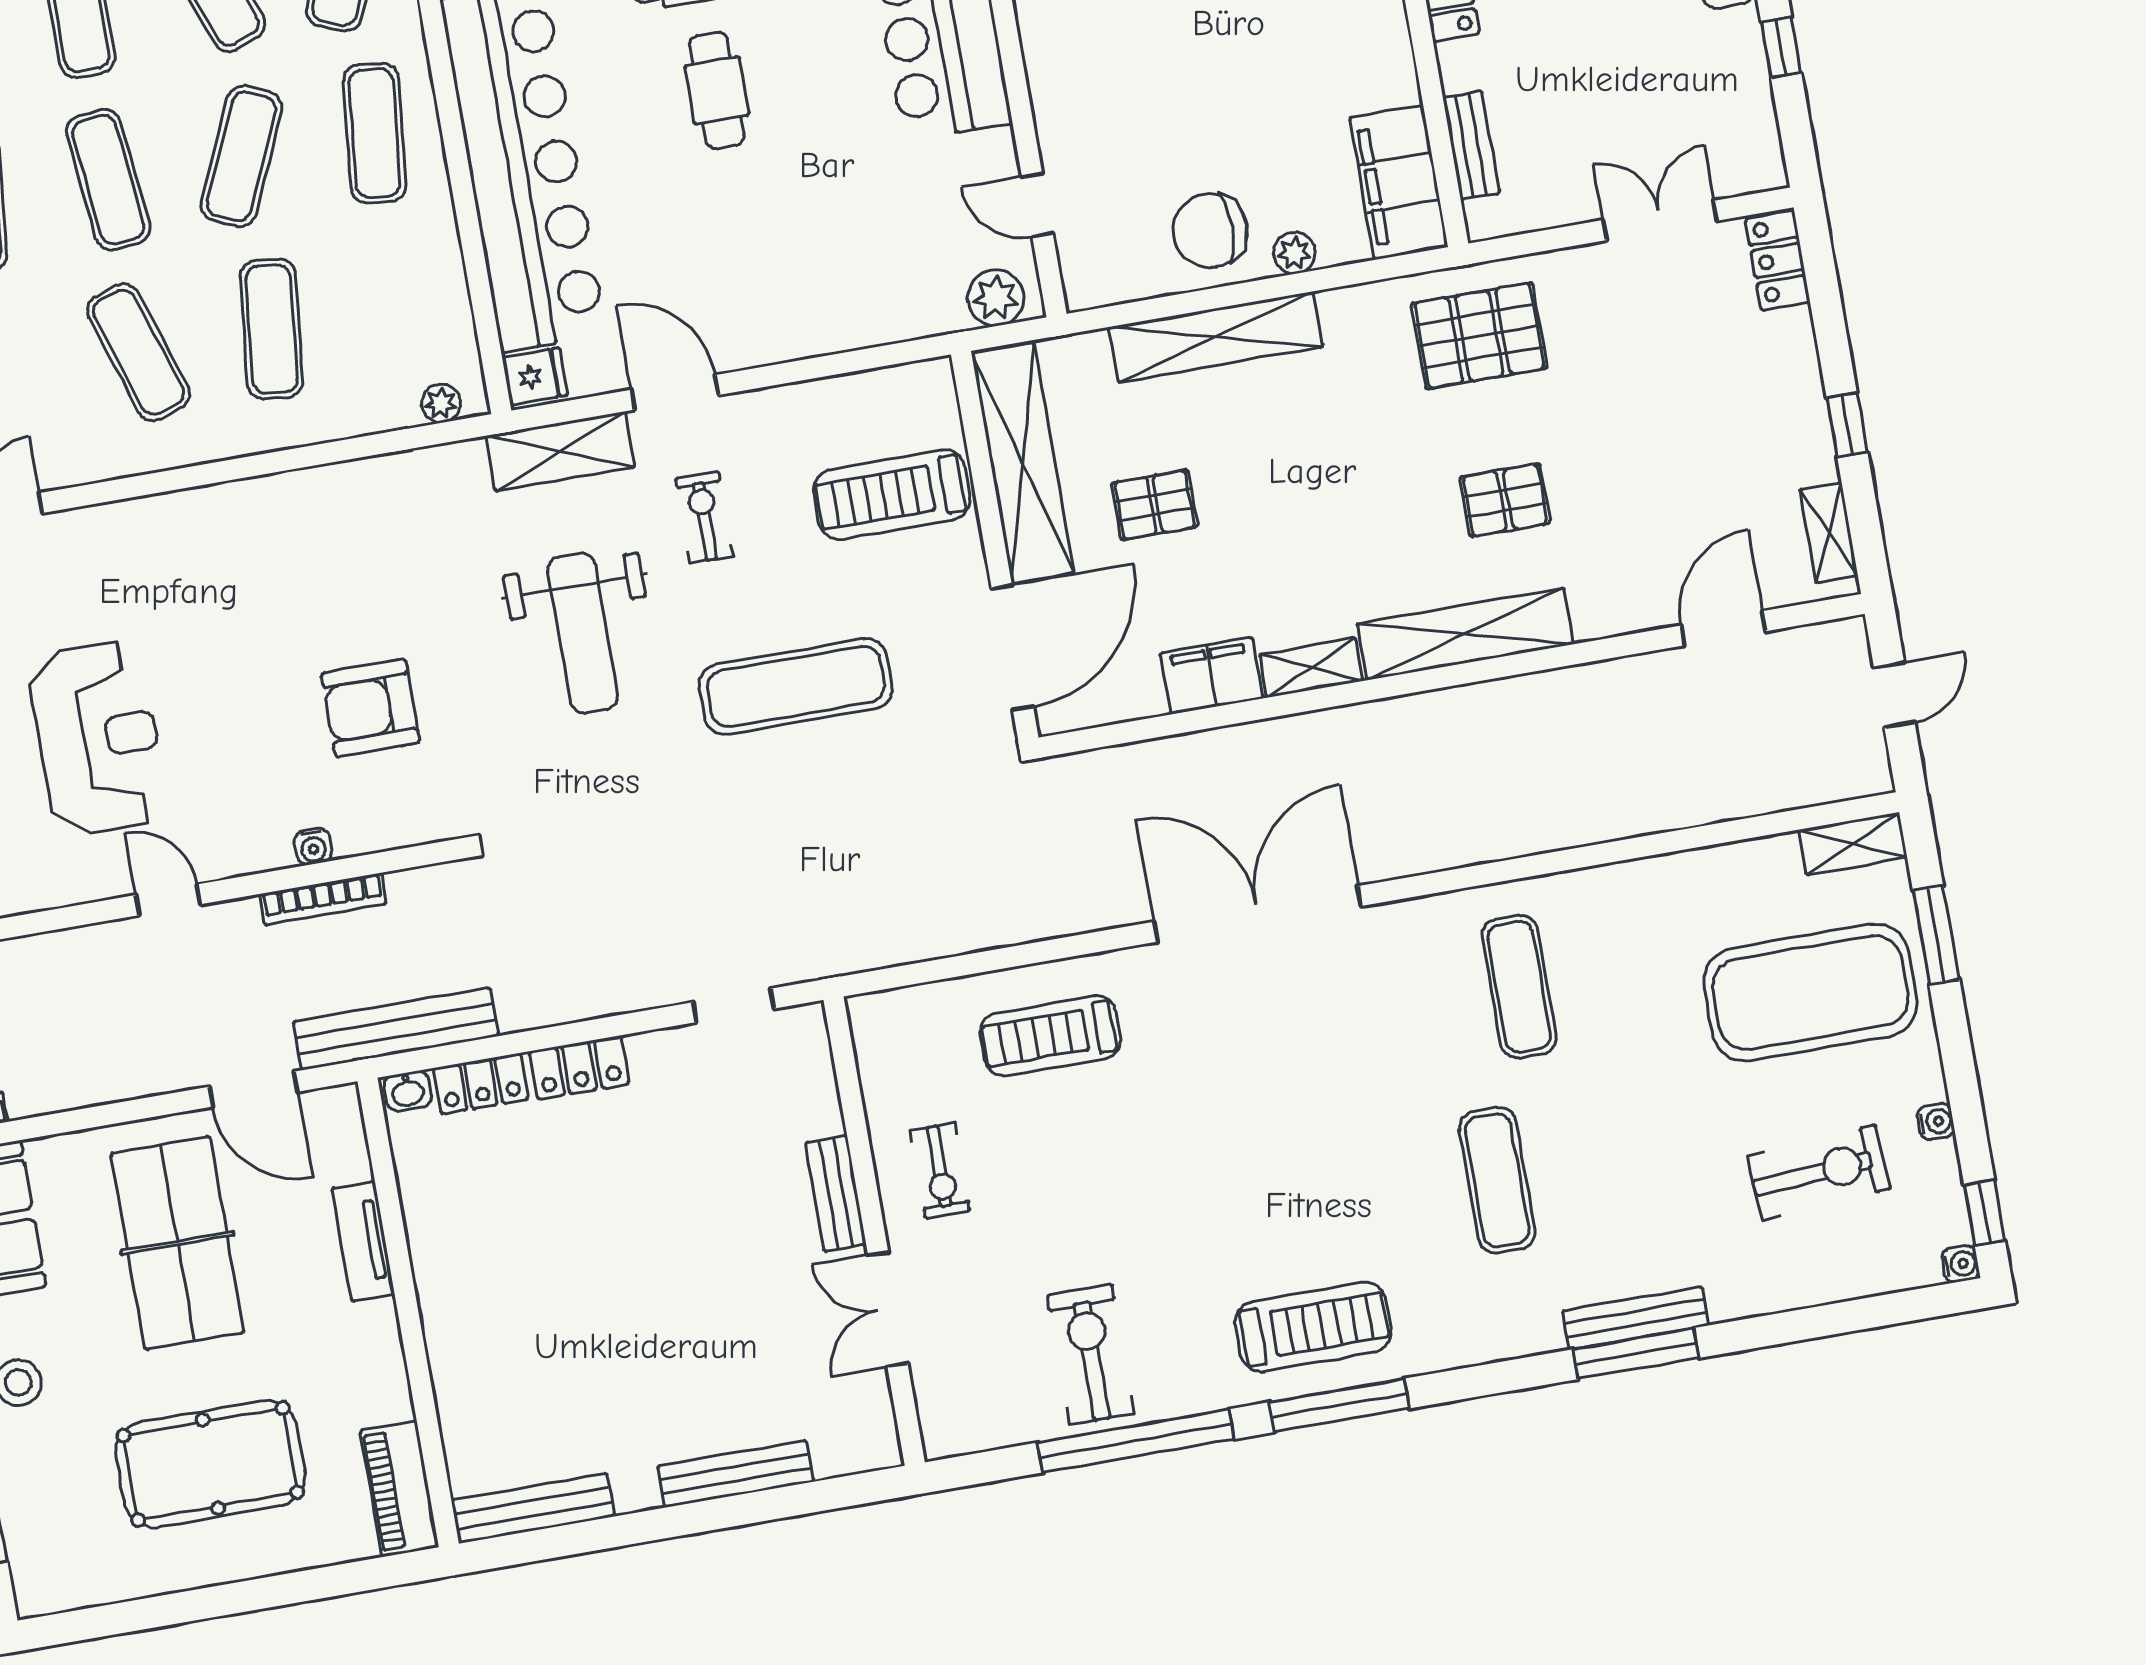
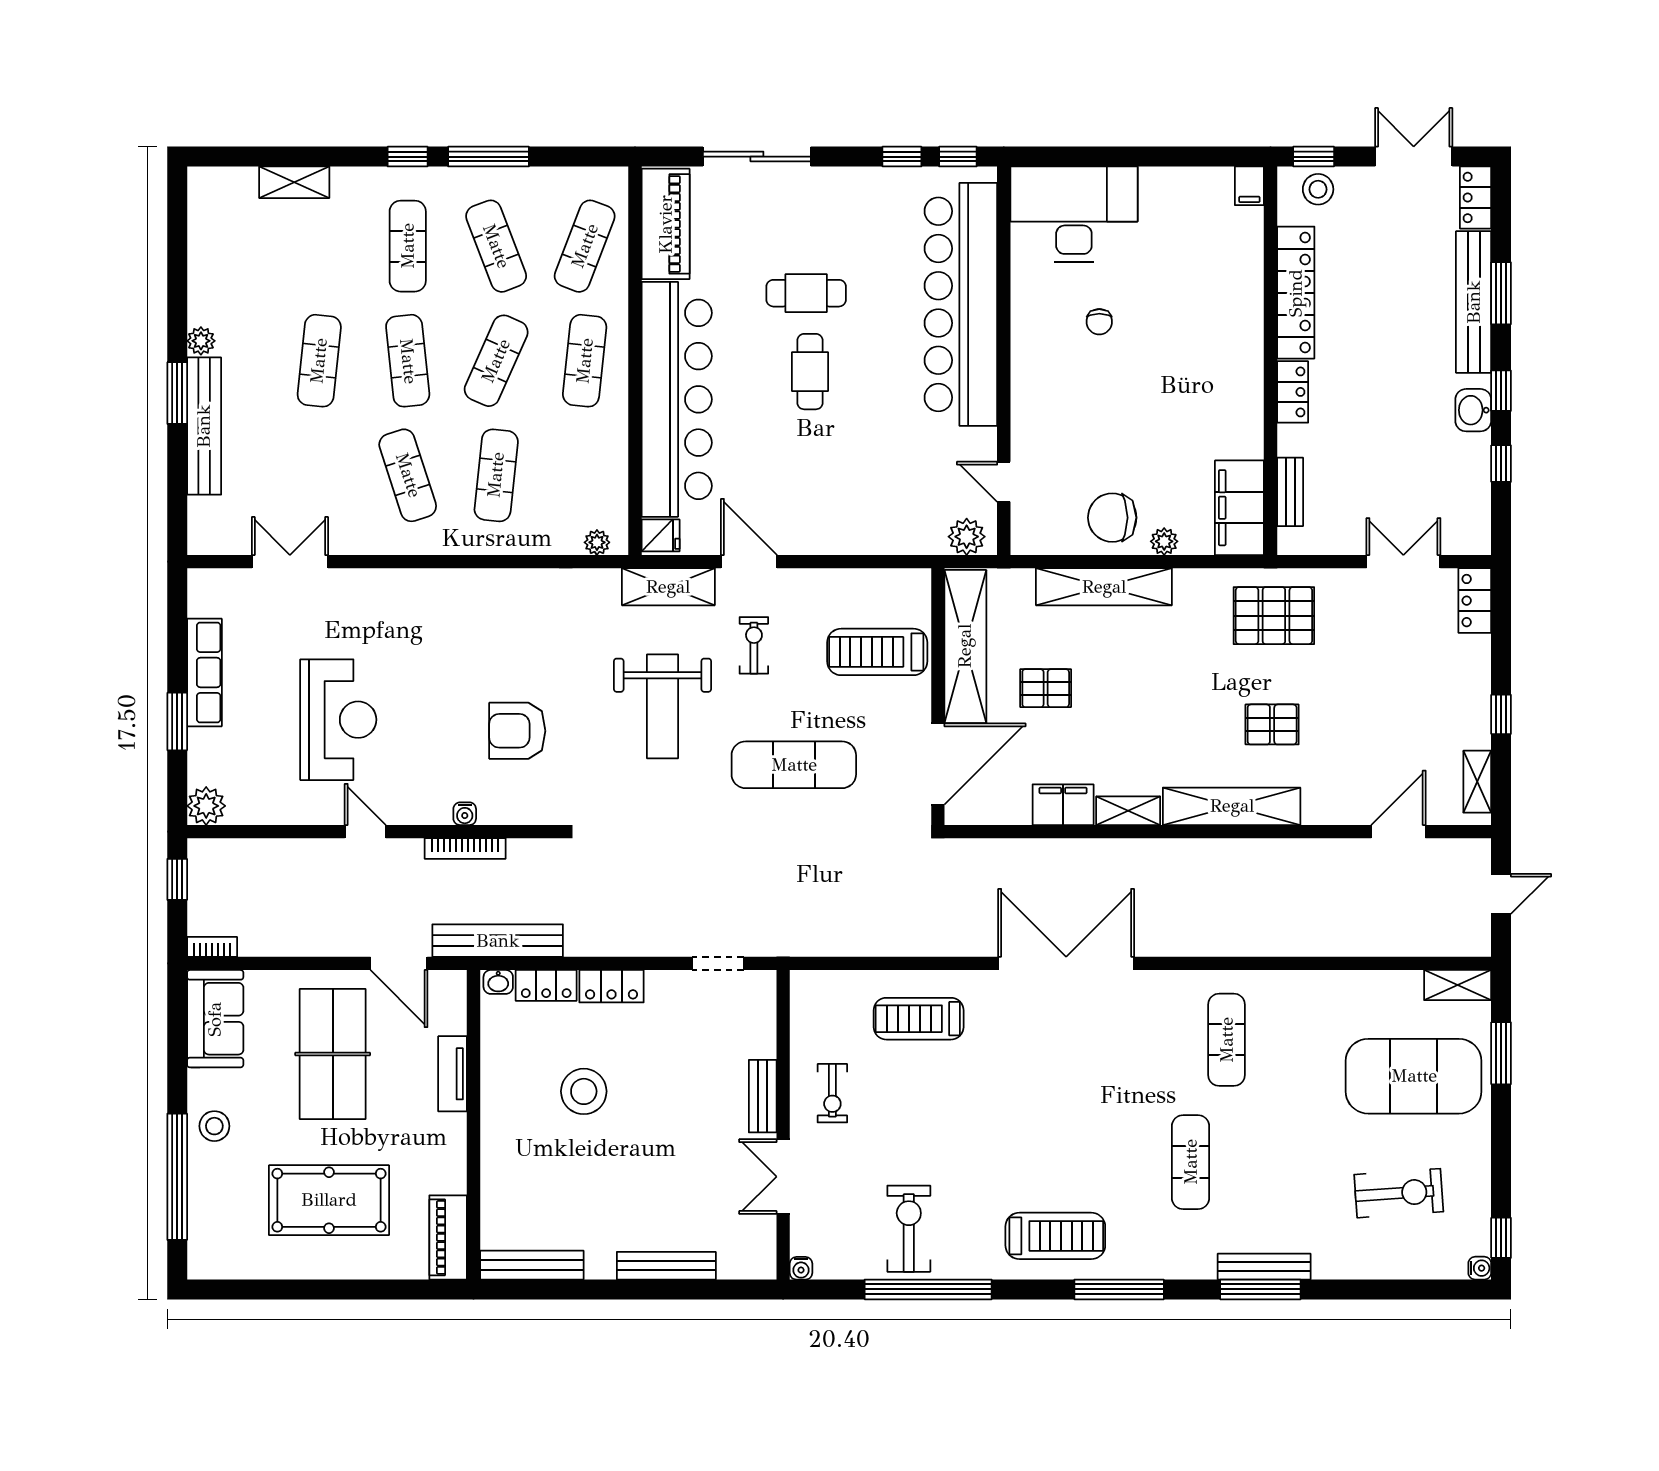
water cooler: (1936, 1122) -> (801, 1268), moved, turned 90
stool: (565, 1233) -> (584, 1091), added
window: (1339, 1405) -> (1119, 1289), moved

